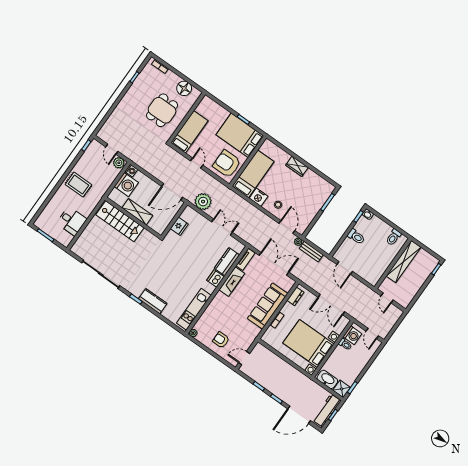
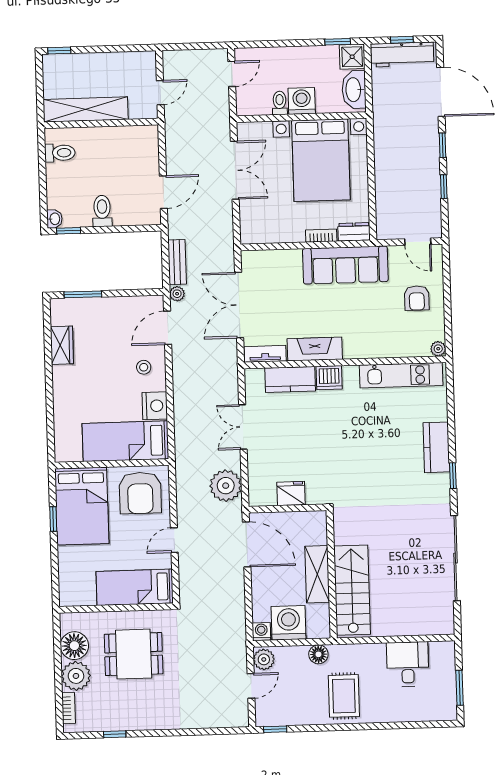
plant: (171, 79) -> (76, 676), added
wardrobe: (297, 166) -> (62, 345), moved
floor lamp: (104, 187) -> (318, 654), added
dresser: (295, 296) -> (354, 232), moved
sofa: (268, 306) -> (345, 265), moved
washing machine: (352, 335) -> (302, 101), moved

